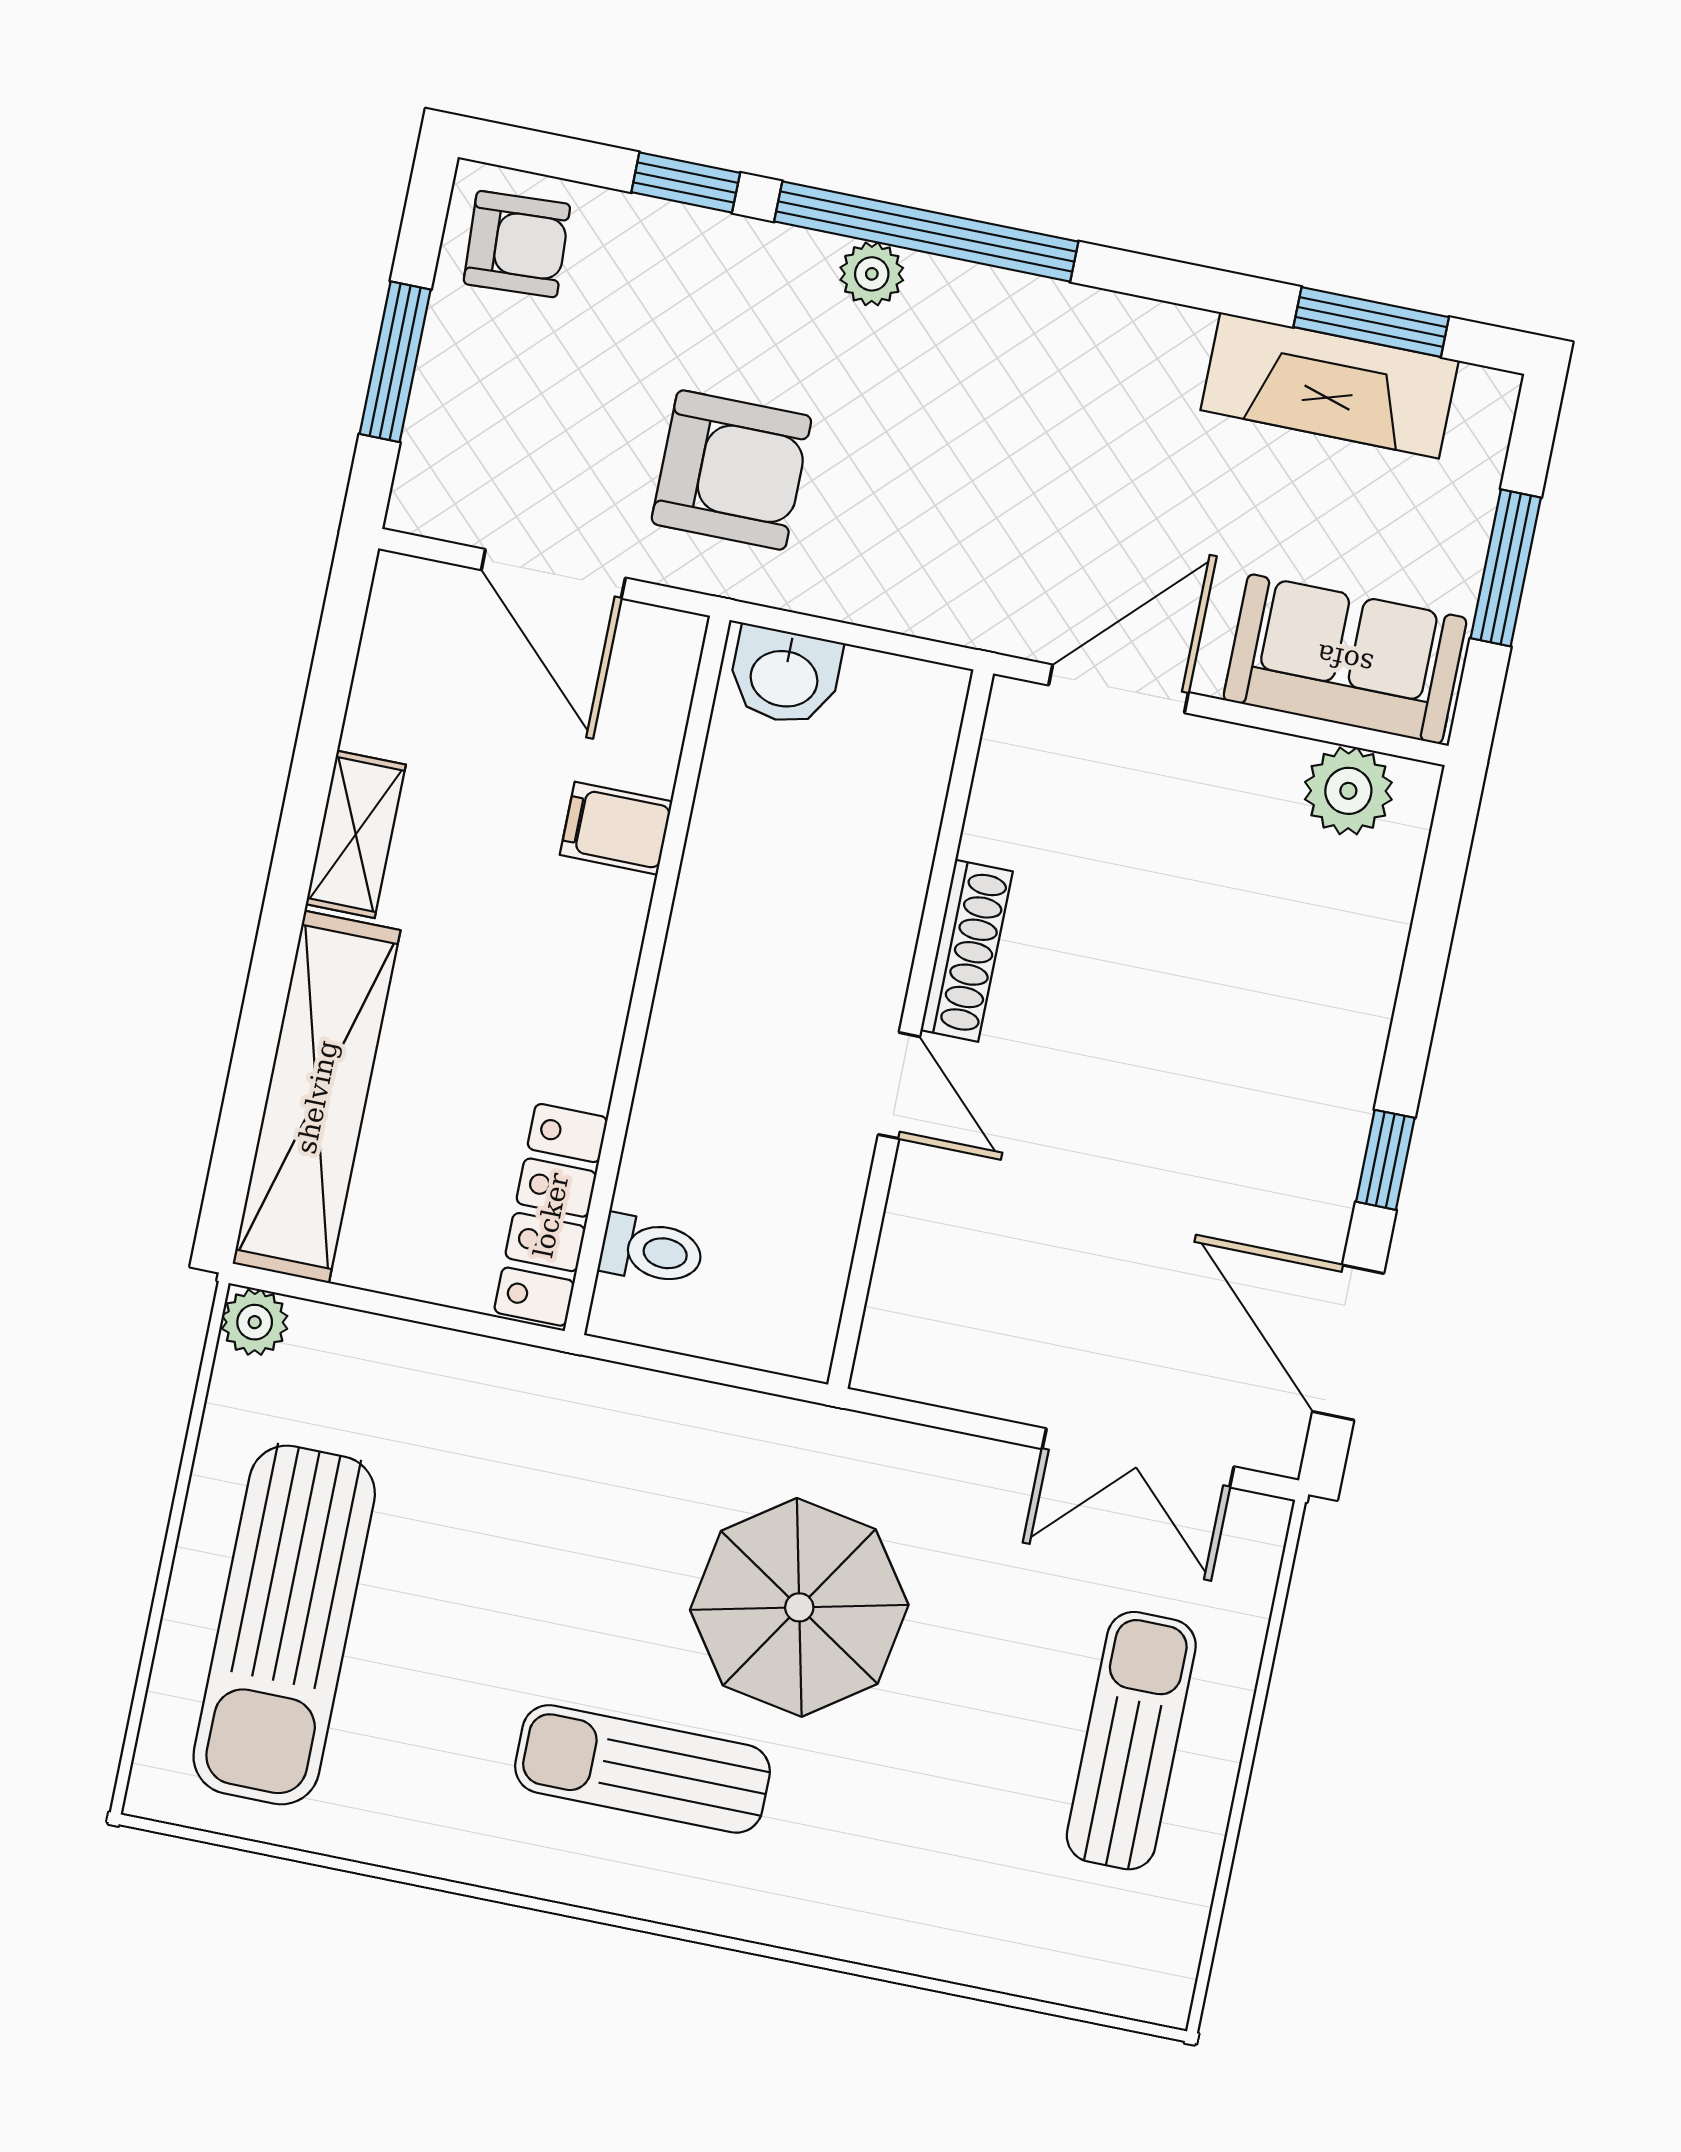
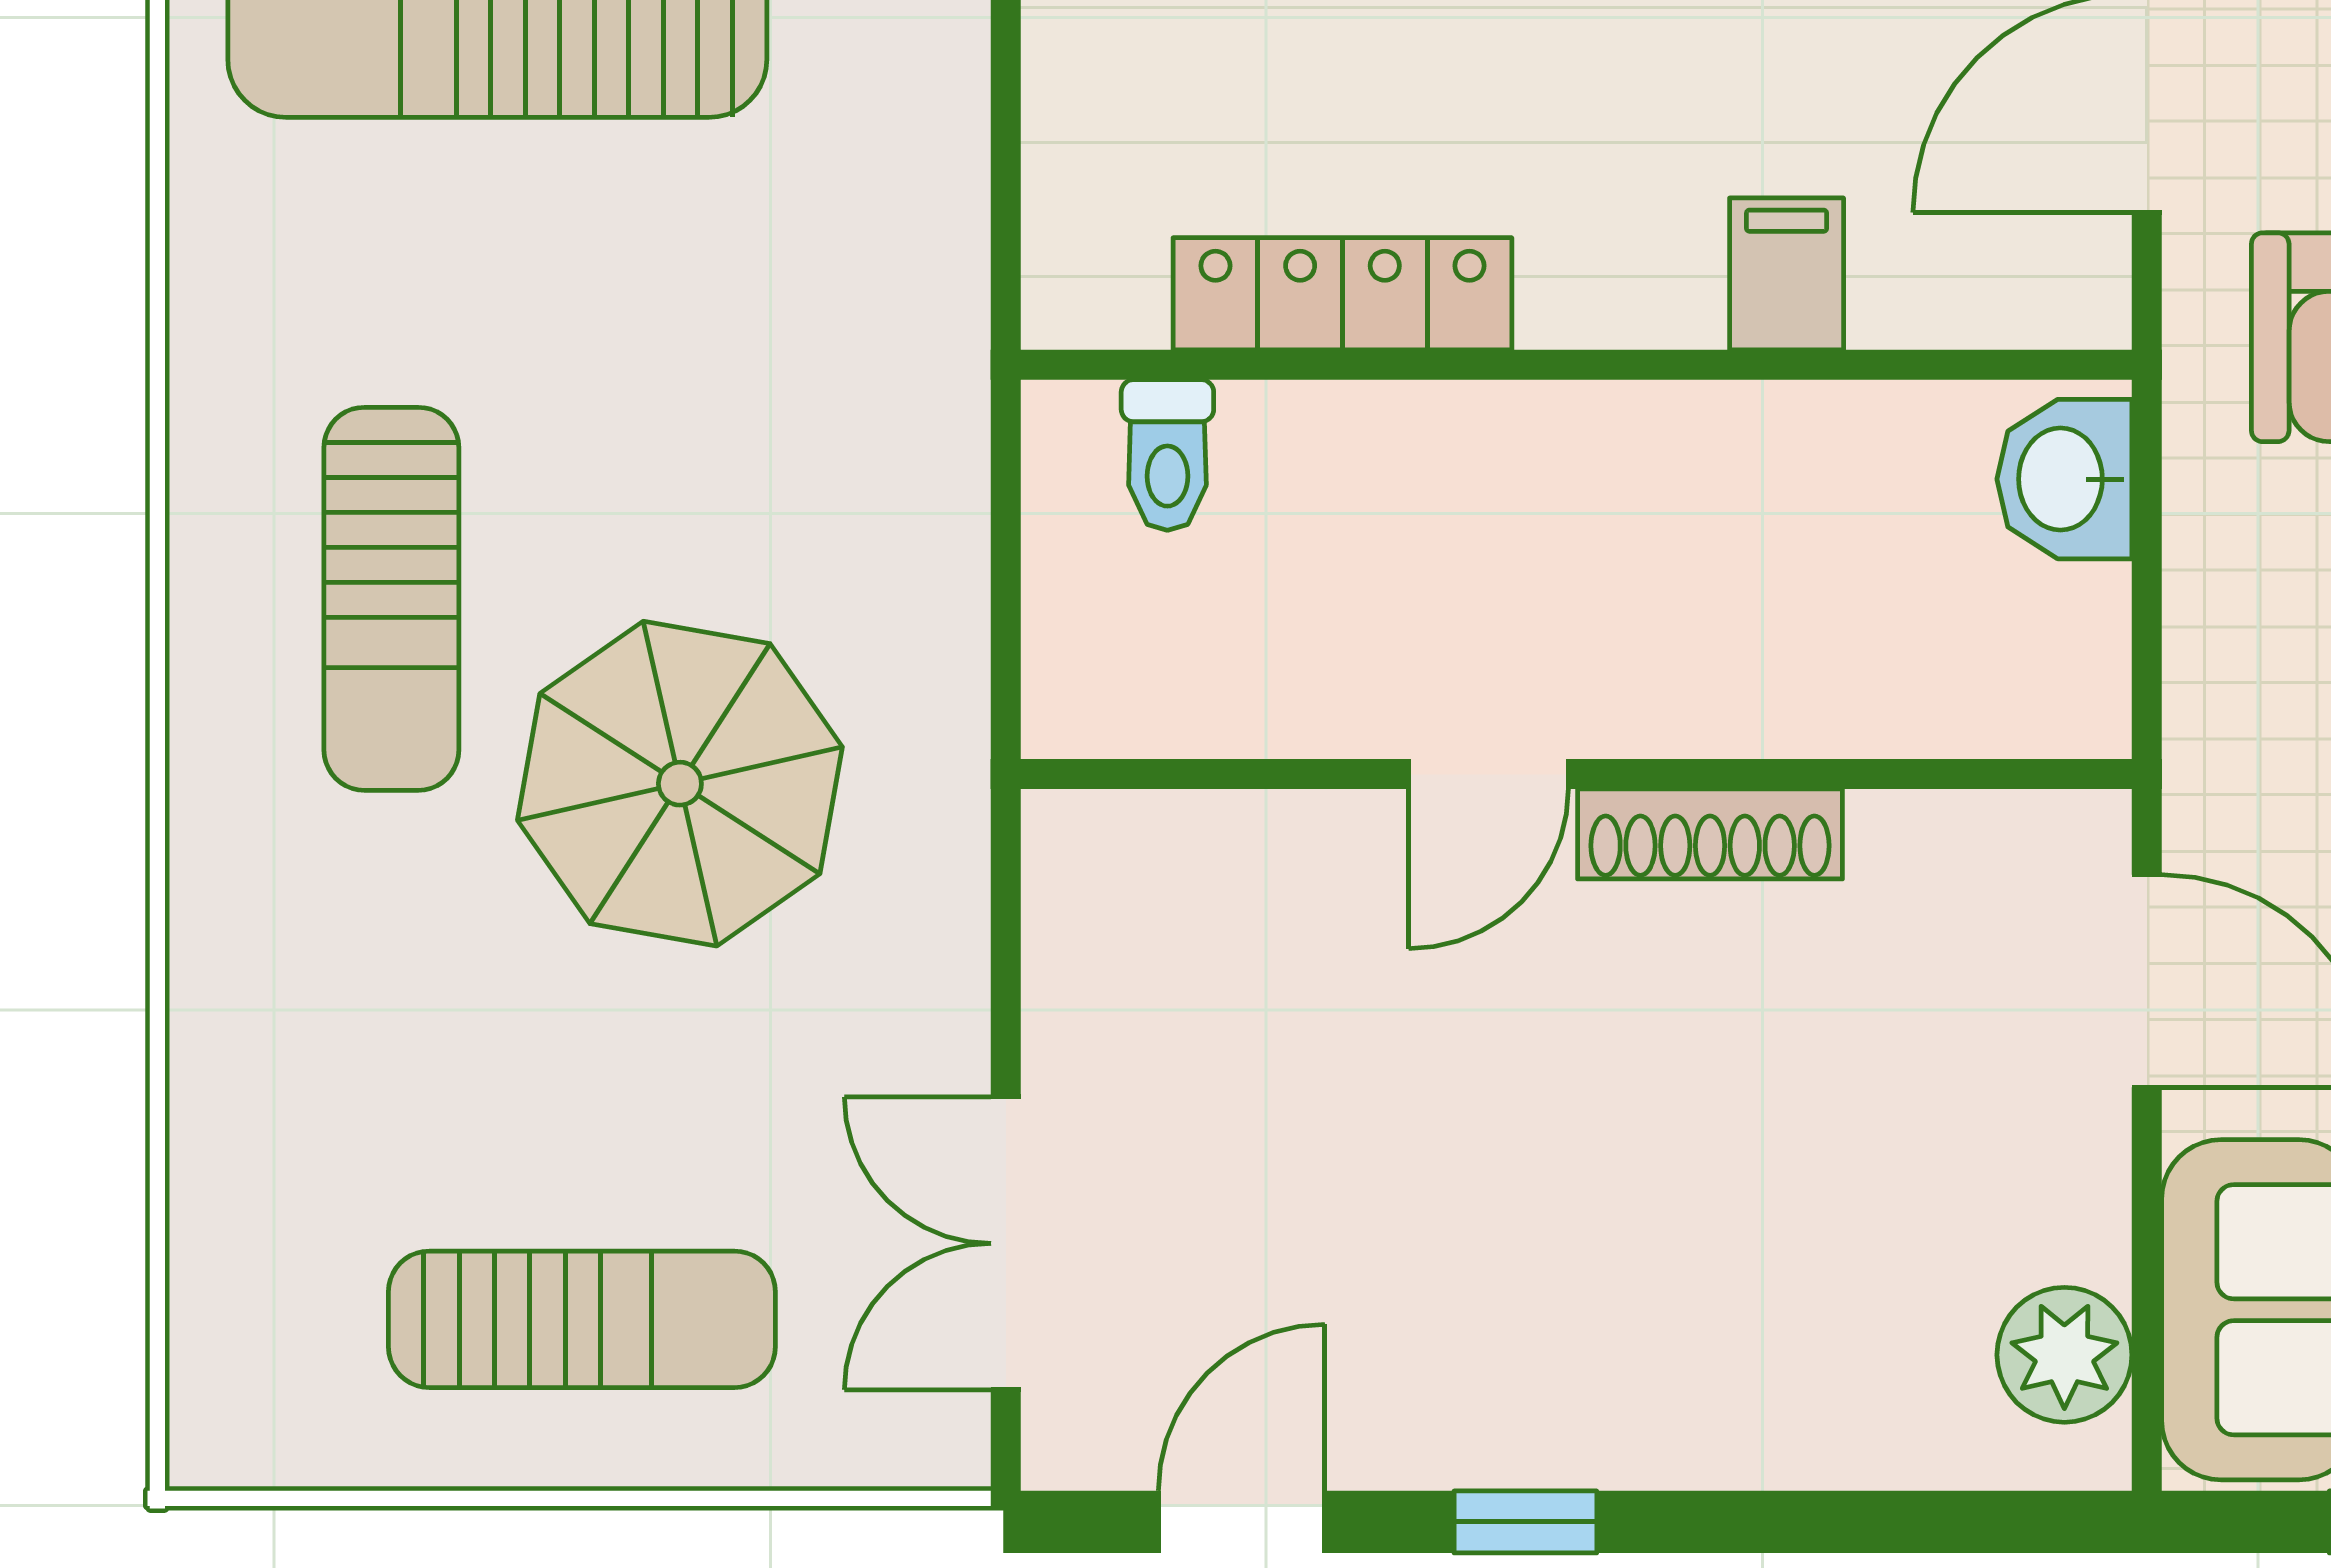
locker: (551, 1215) -> (1342, 294), moved
door: (1348, 1343) -> (1242, 1522), width x0.73
sun lounger: (642, 1769) -> (391, 599), turned 180

